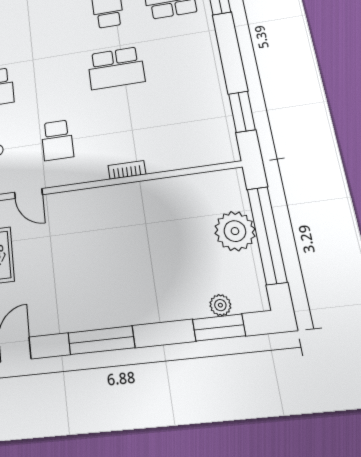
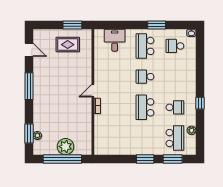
window: (242, 112) -> (145, 159), moved
school desk: (57, 140) -> (145, 77), moved
door: (28, 193) -> (93, 91), moved

